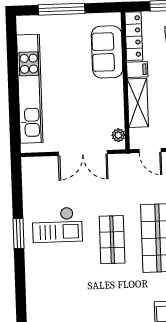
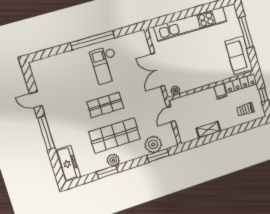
sofa: (107, 52) -> (239, 55), moved, turned -90
shelving: (138, 103) -> (199, 98), removed
window: (18, 233) -> (93, 40), width x2.11

